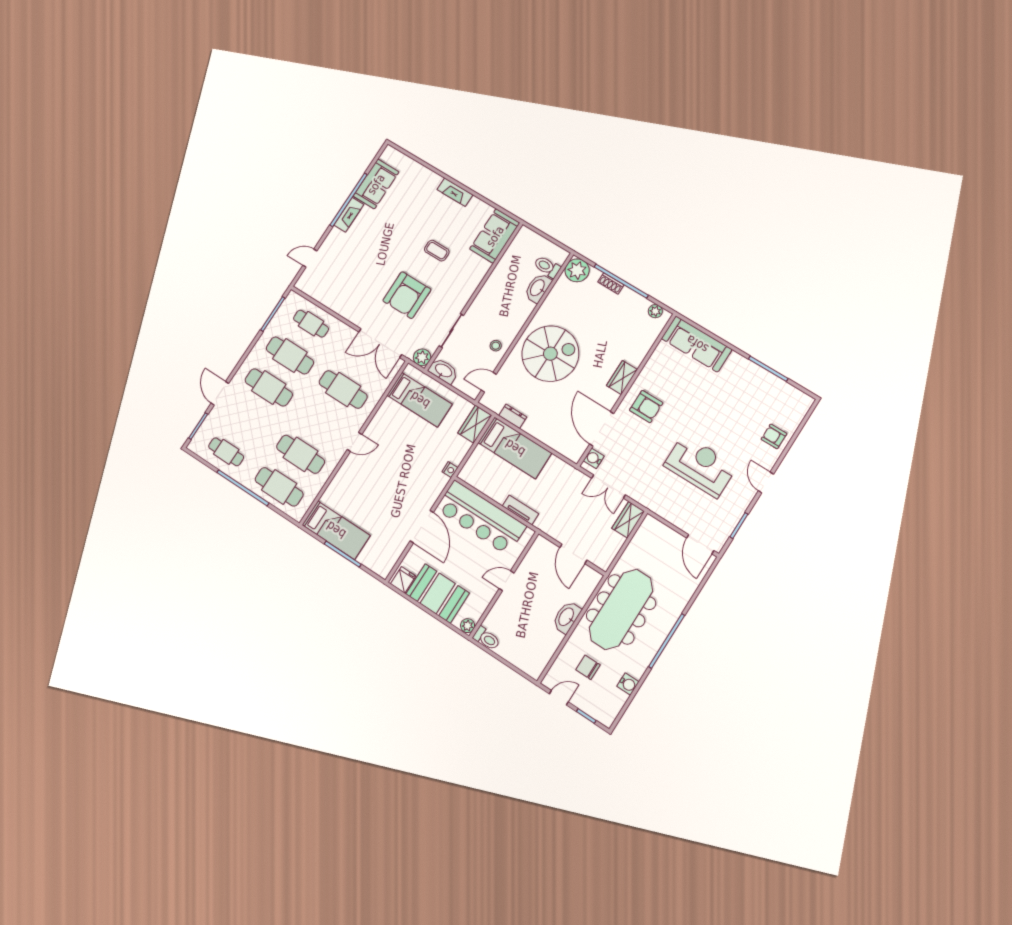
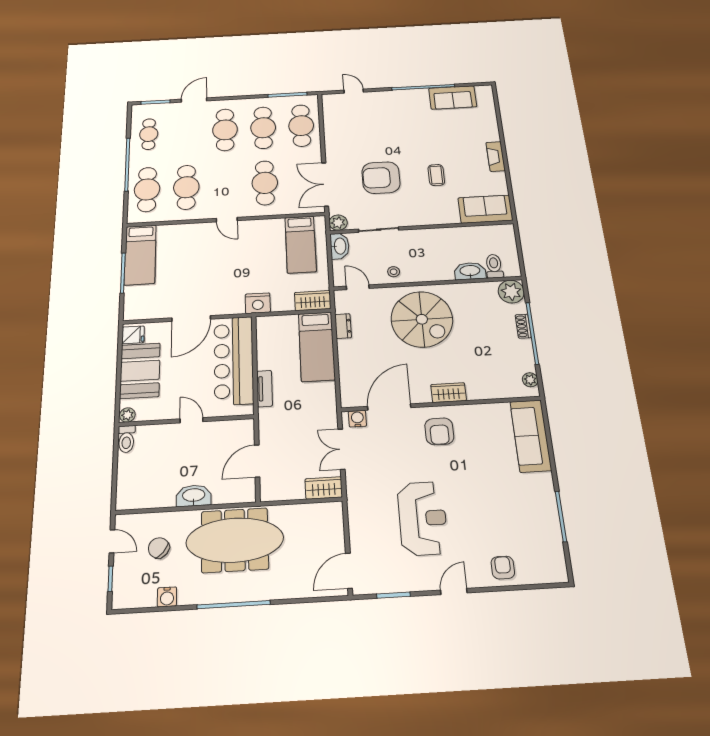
fireplace: (349, 215) -> (411, 95), removed
cafe table: (311, 324) -> (301, 126), width x1.37, depth x1.35
nightstand: (450, 470) -> (258, 303), width x1.89, depth x1.79
chair: (588, 667) -> (159, 548), turned -49

